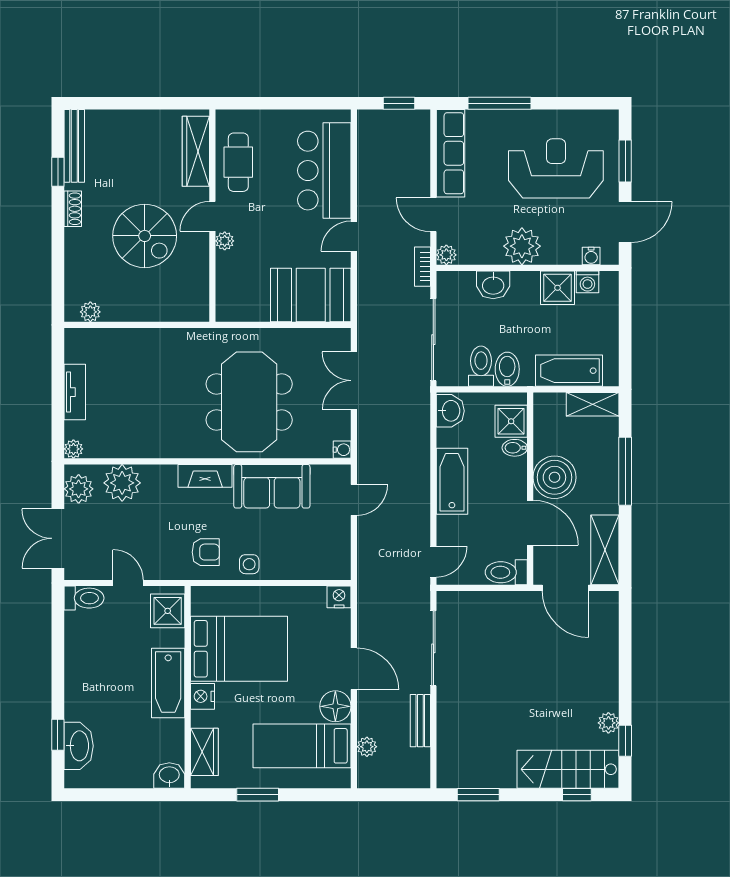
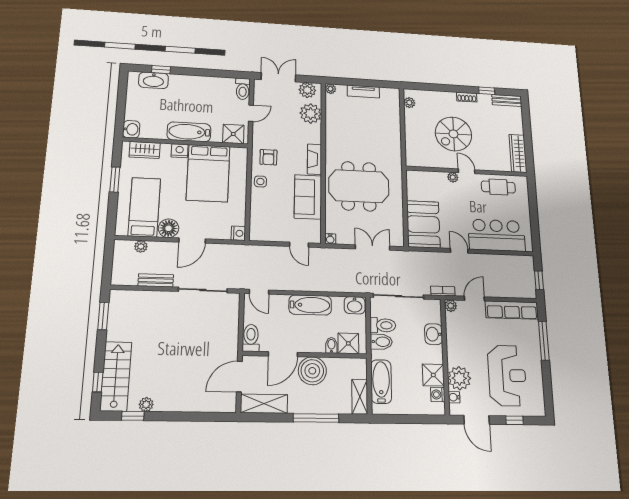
bench: (74, 146) -> (507, 100), width x0.73
wardrobe: (196, 151) -> (518, 153), moved, turned -90
window: (625, 161) -> (515, 420), width x0.67
plant: (522, 246) -> (459, 378), moved

